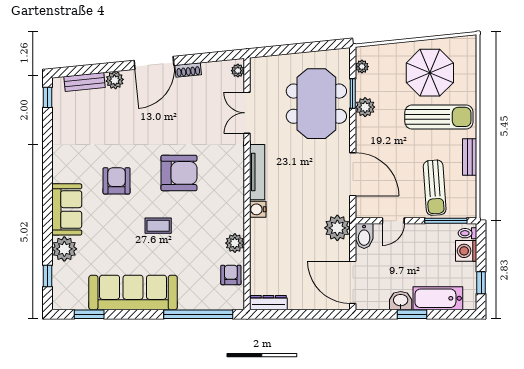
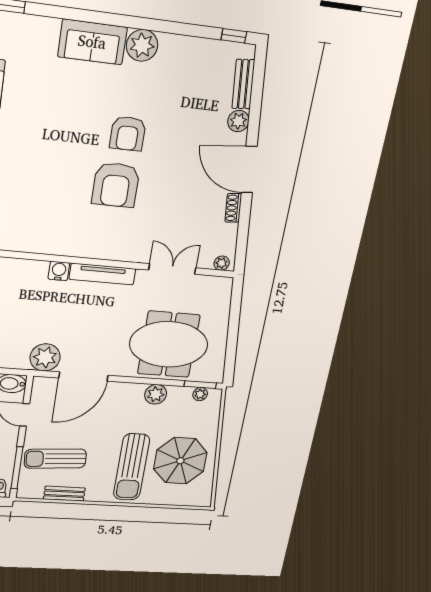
window: (353, 94) -> (200, 385), moved
bench: (470, 157) -> (64, 494), moved
armchair: (117, 181) -> (128, 134), moved, turned 90
coffee table: (158, 226) -> (56, 153), removed
plant: (337, 228) -> (45, 357), moved
plant: (235, 243) -> (22, 241), removed
plant: (64, 249) -> (142, 45), moved

